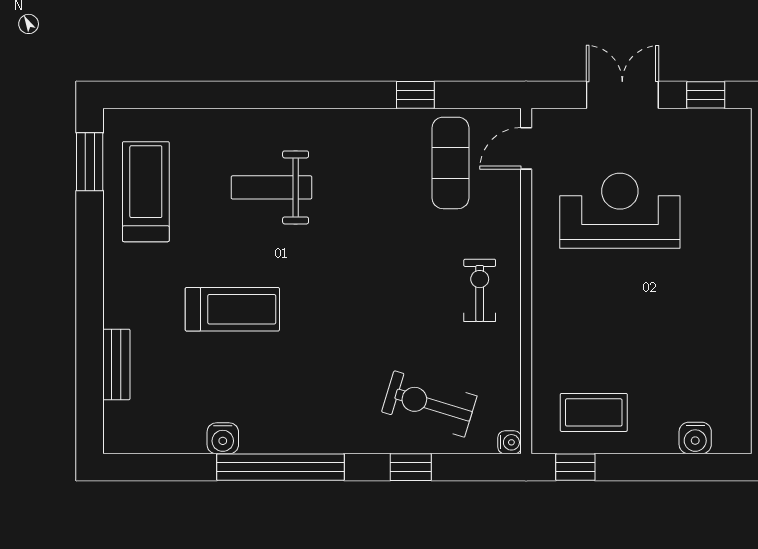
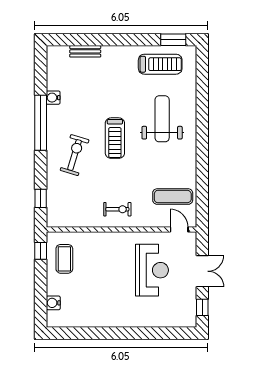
window: (415, 95) -> (202, 181), removed
weight bench: (271, 187) -> (162, 119), width x1.36, depth x1.33
treadmill: (232, 309) -> (115, 138), moved
exercise bike: (429, 404) -> (75, 155), moved
water cooler: (510, 442) -> (51, 222), removed
window: (411, 467) -> (41, 198), moved

